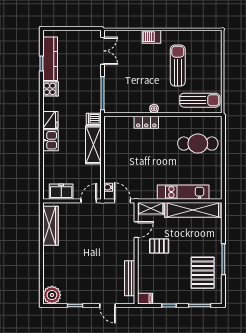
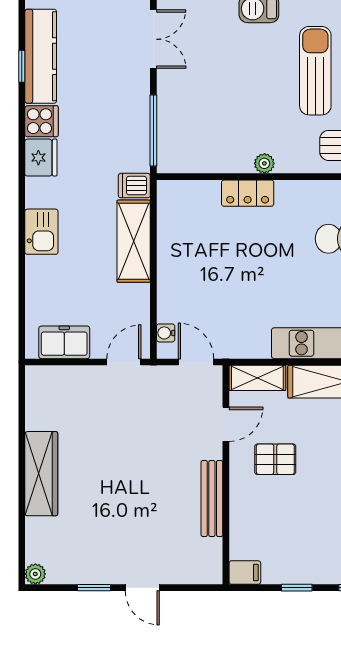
fridge: (50, 120) -> (41, 158), moved
wardrobe: (50, 226) -> (41, 474), moved
bench: (130, 278) -> (212, 498), moved
plant: (52, 295) -> (35, 574), width x0.53, depth x0.53
door: (108, 306) -> (142, 588), moved

